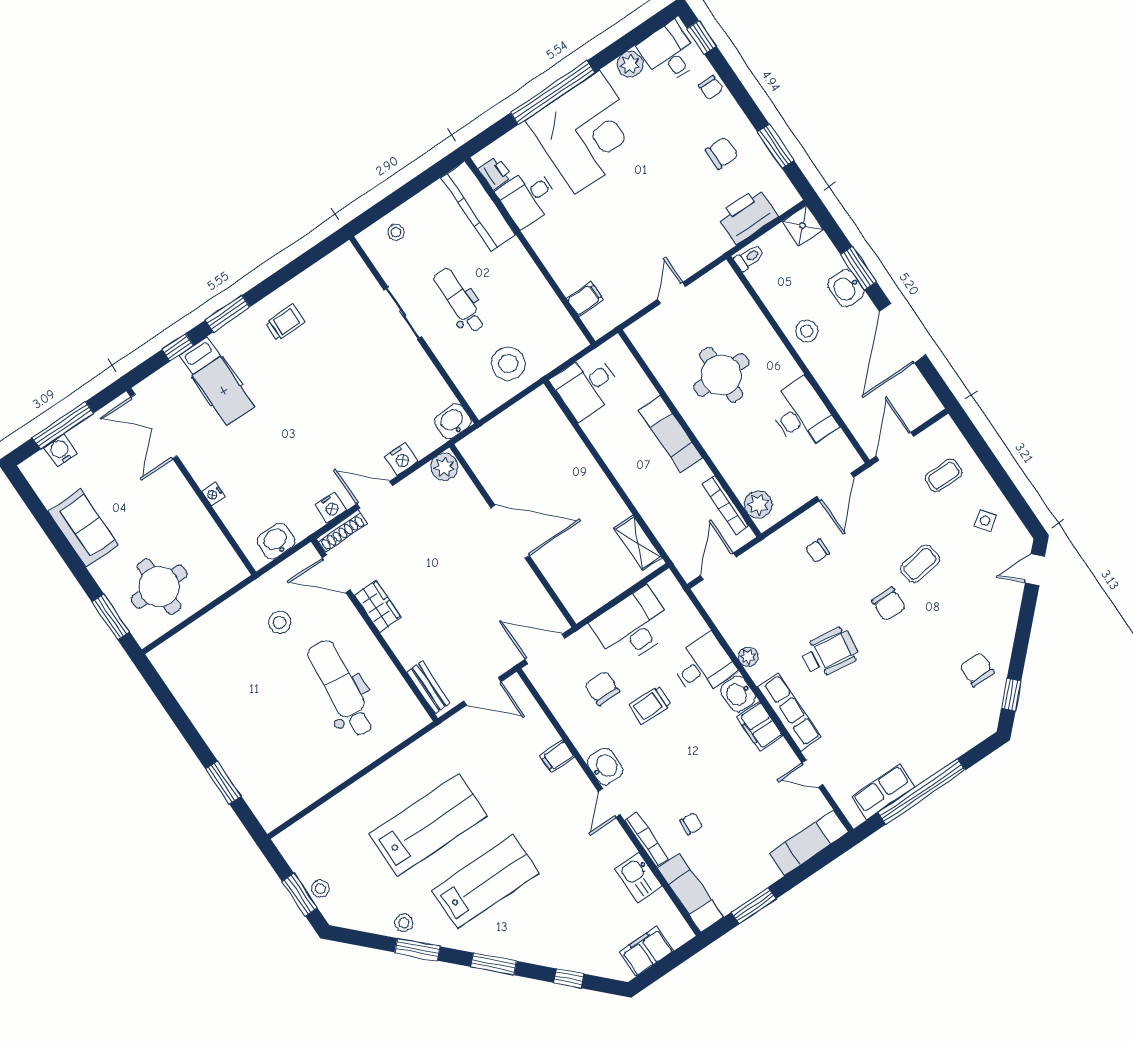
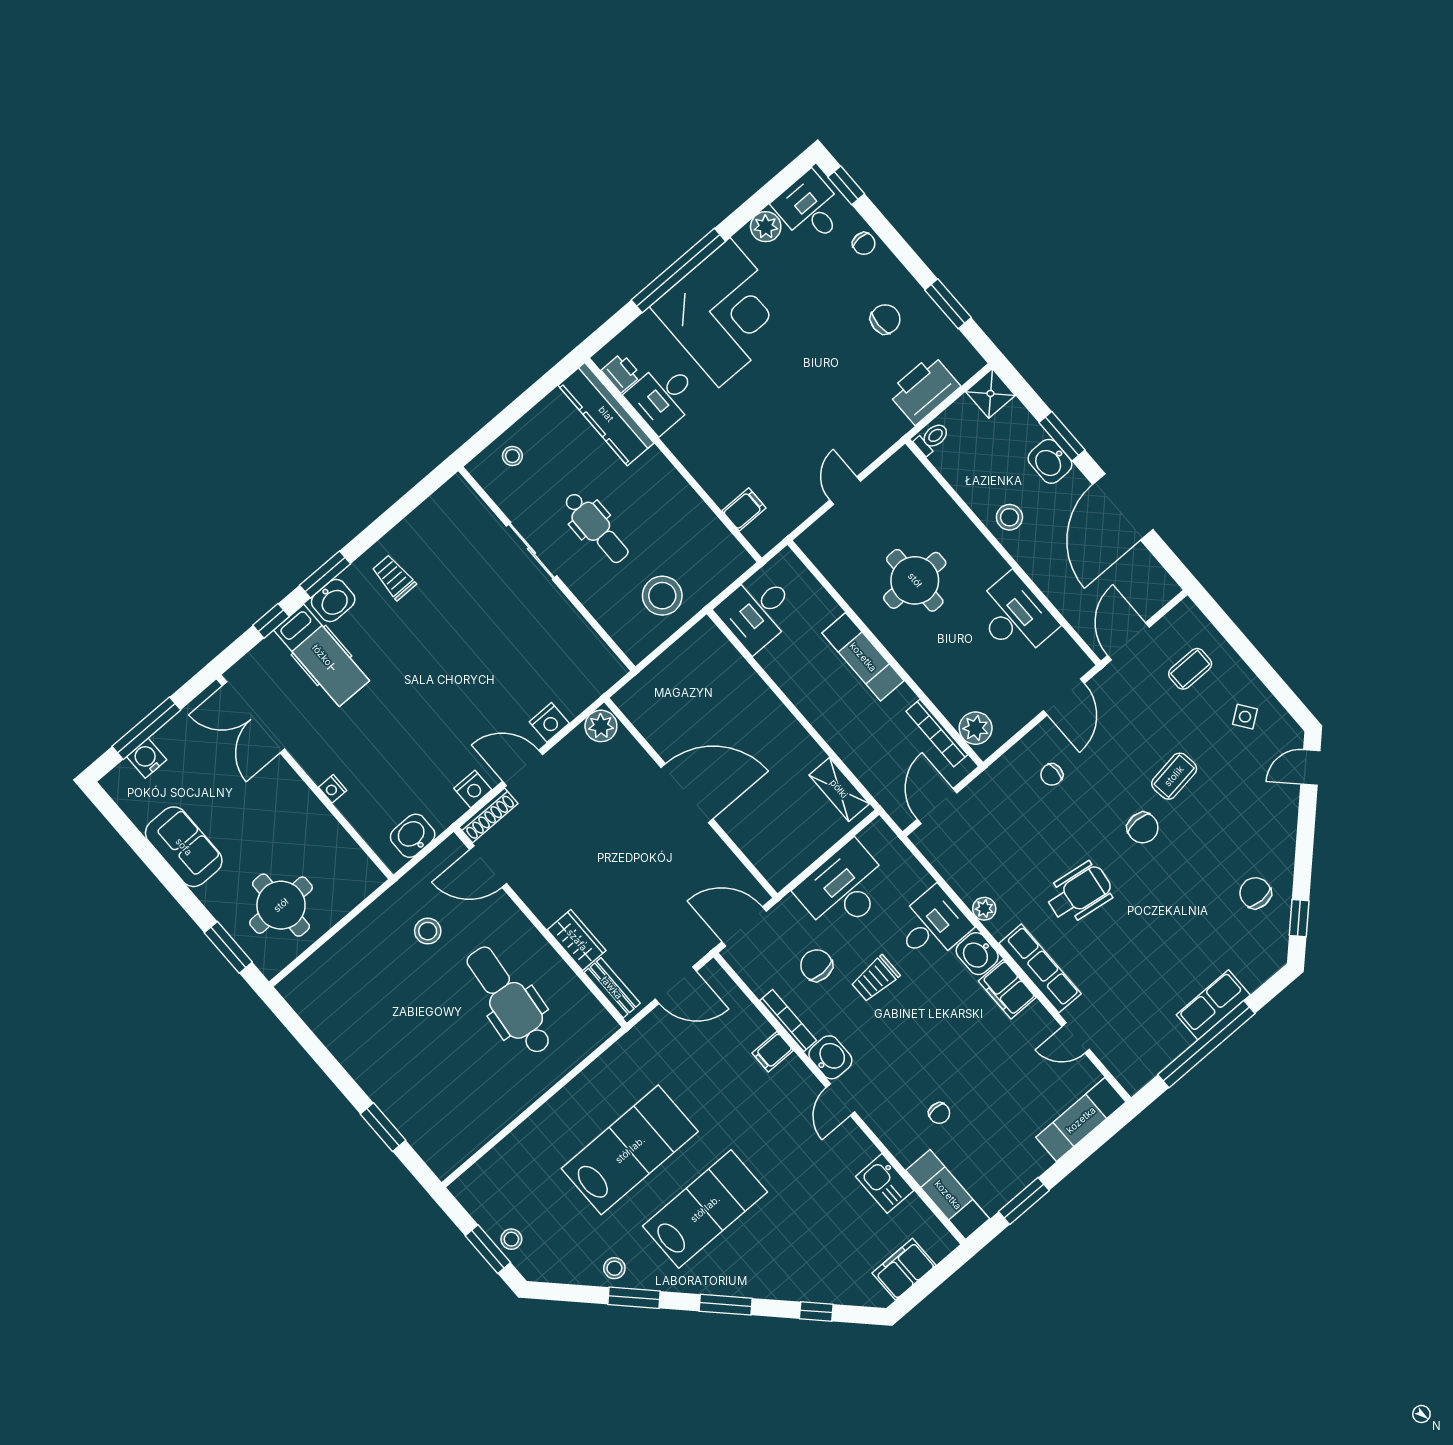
dental chair: (459, 300) -> (596, 528), turned 180
trolley: (285, 323) -> (394, 577), turned -90
washbasin: (453, 421) -> (333, 601), moved, turned 180
wardrobe: (378, 606) -> (577, 940), moved
row of seats: (883, 792) -> (1213, 1005), moved
chair: (691, 824) -> (939, 1113), turned 85
bookcase: (646, 839) -> (788, 1020), moved

